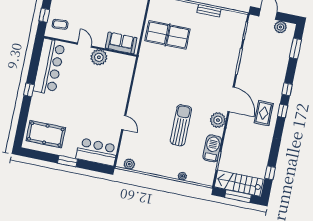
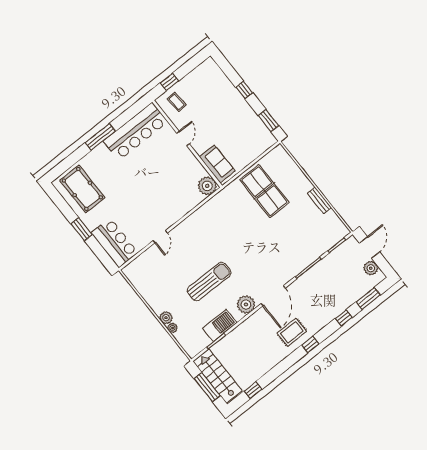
plant: (99, 57) -> (207, 186), moved
window: (287, 89) -> (344, 318), moved
window: (29, 90) -> (100, 137), width x2.17
plant: (129, 164) -> (166, 318), moved

